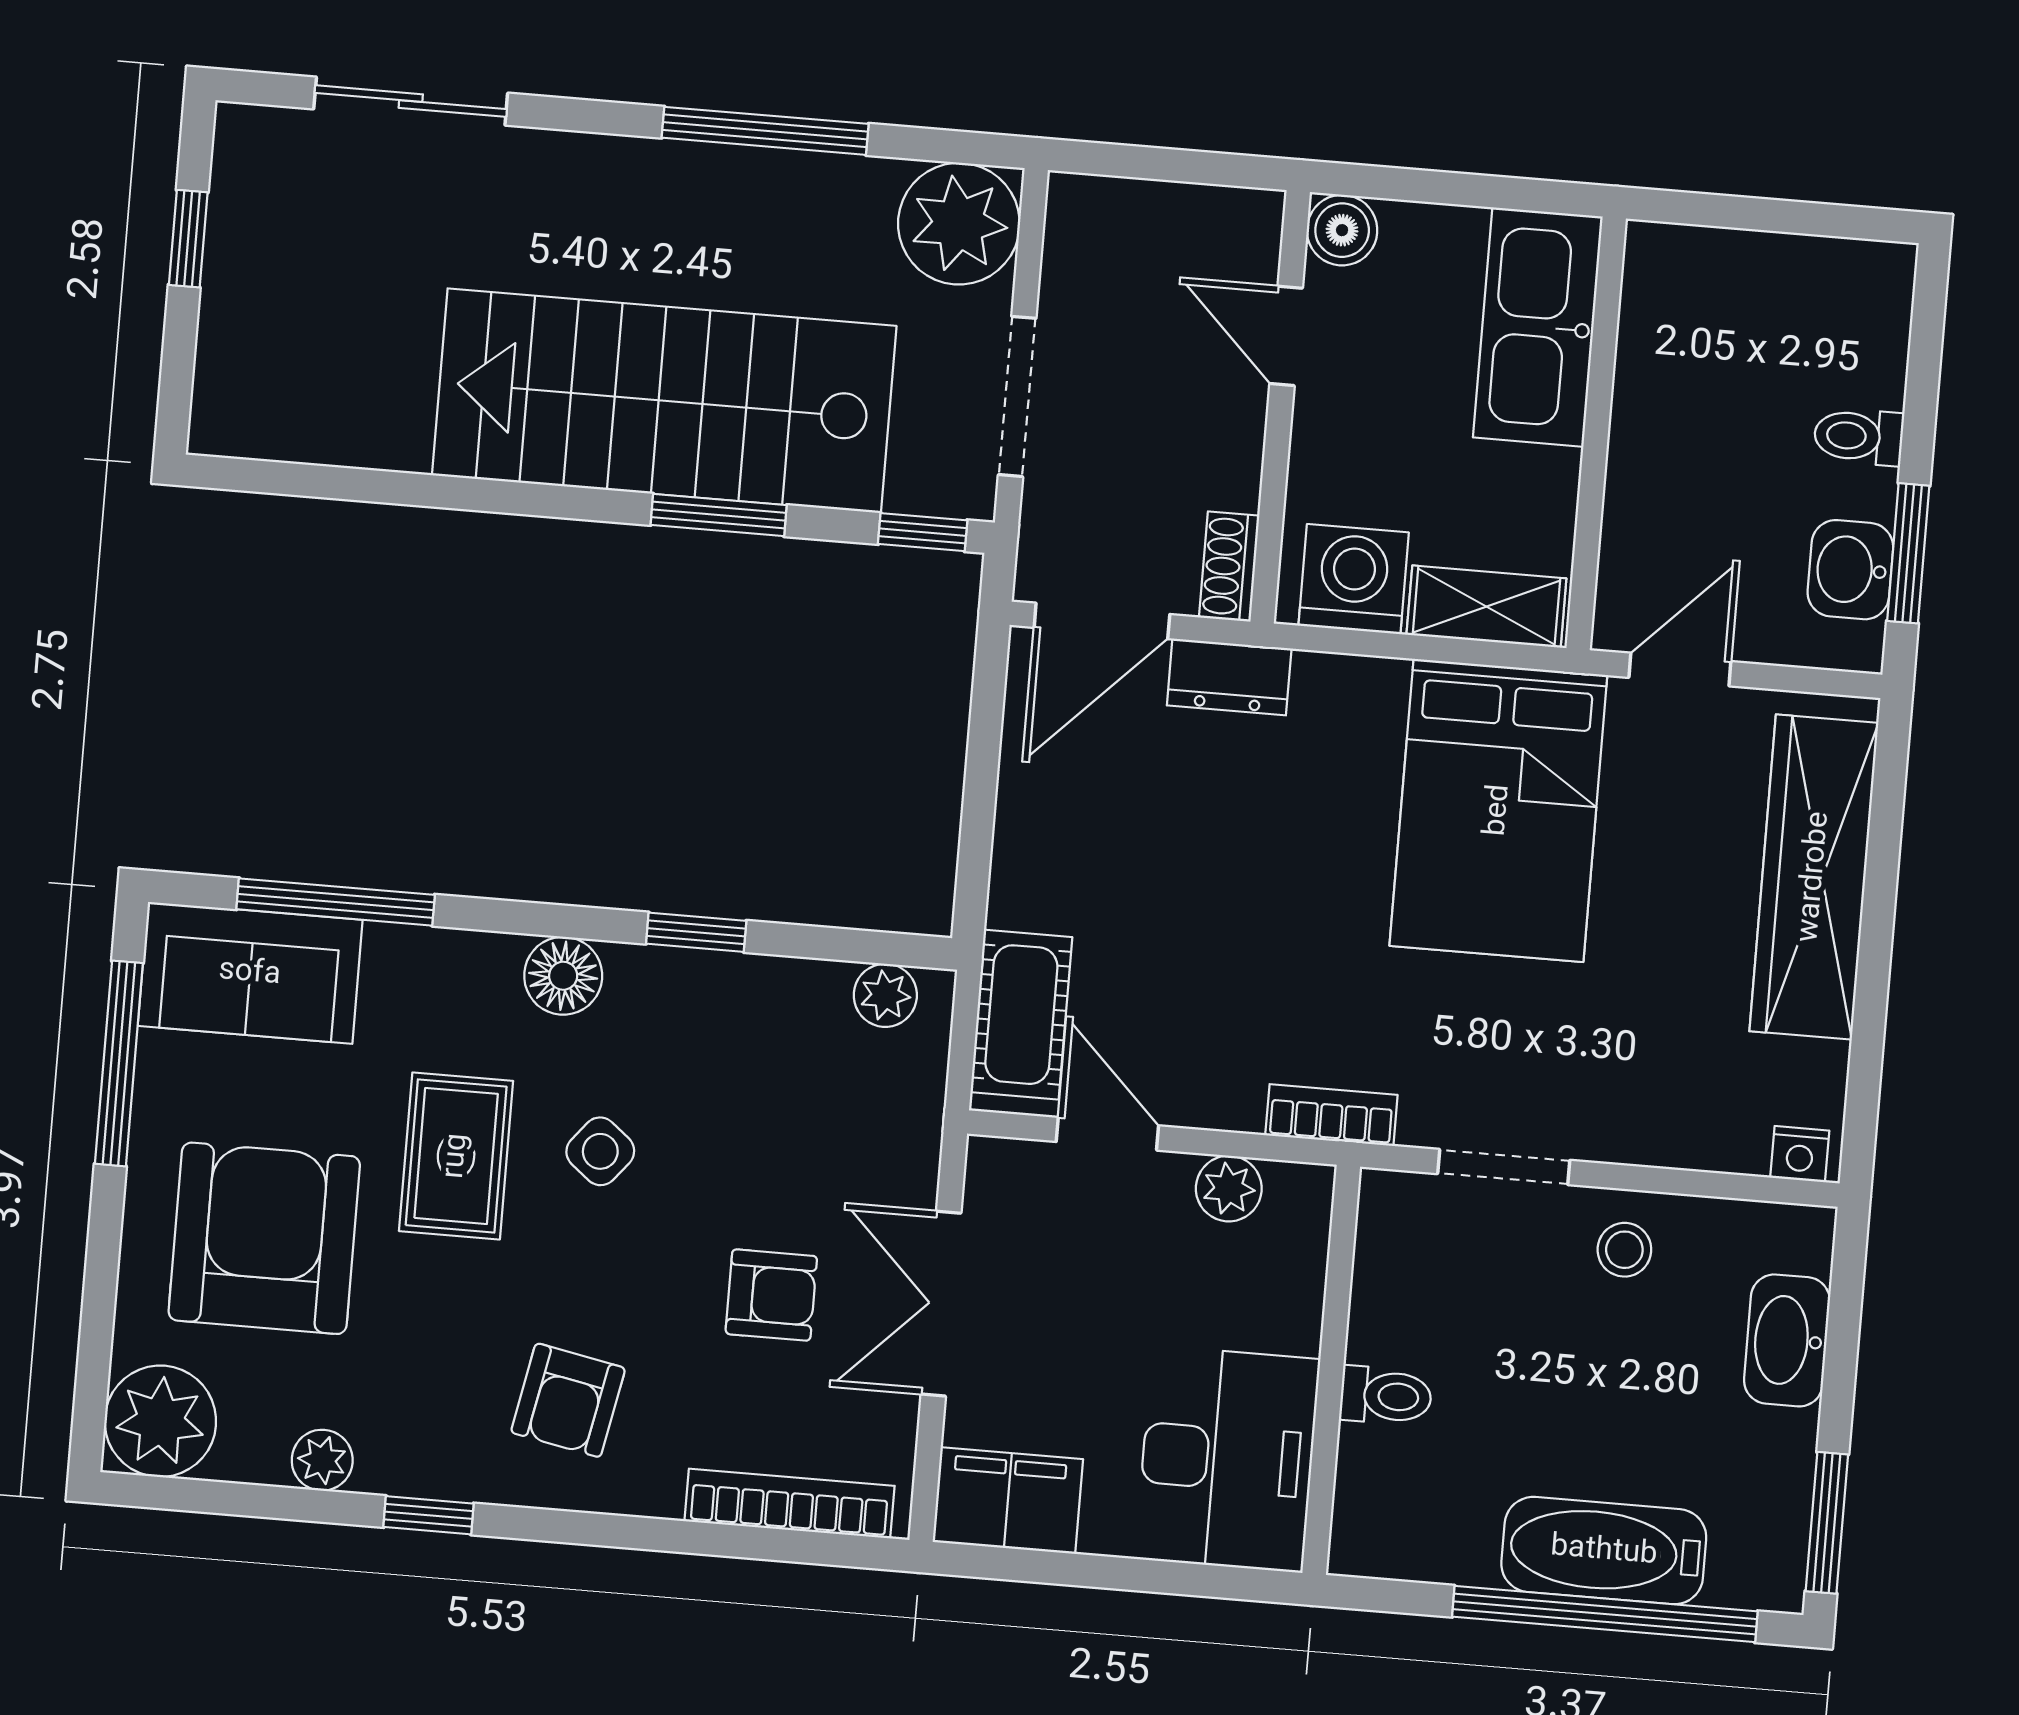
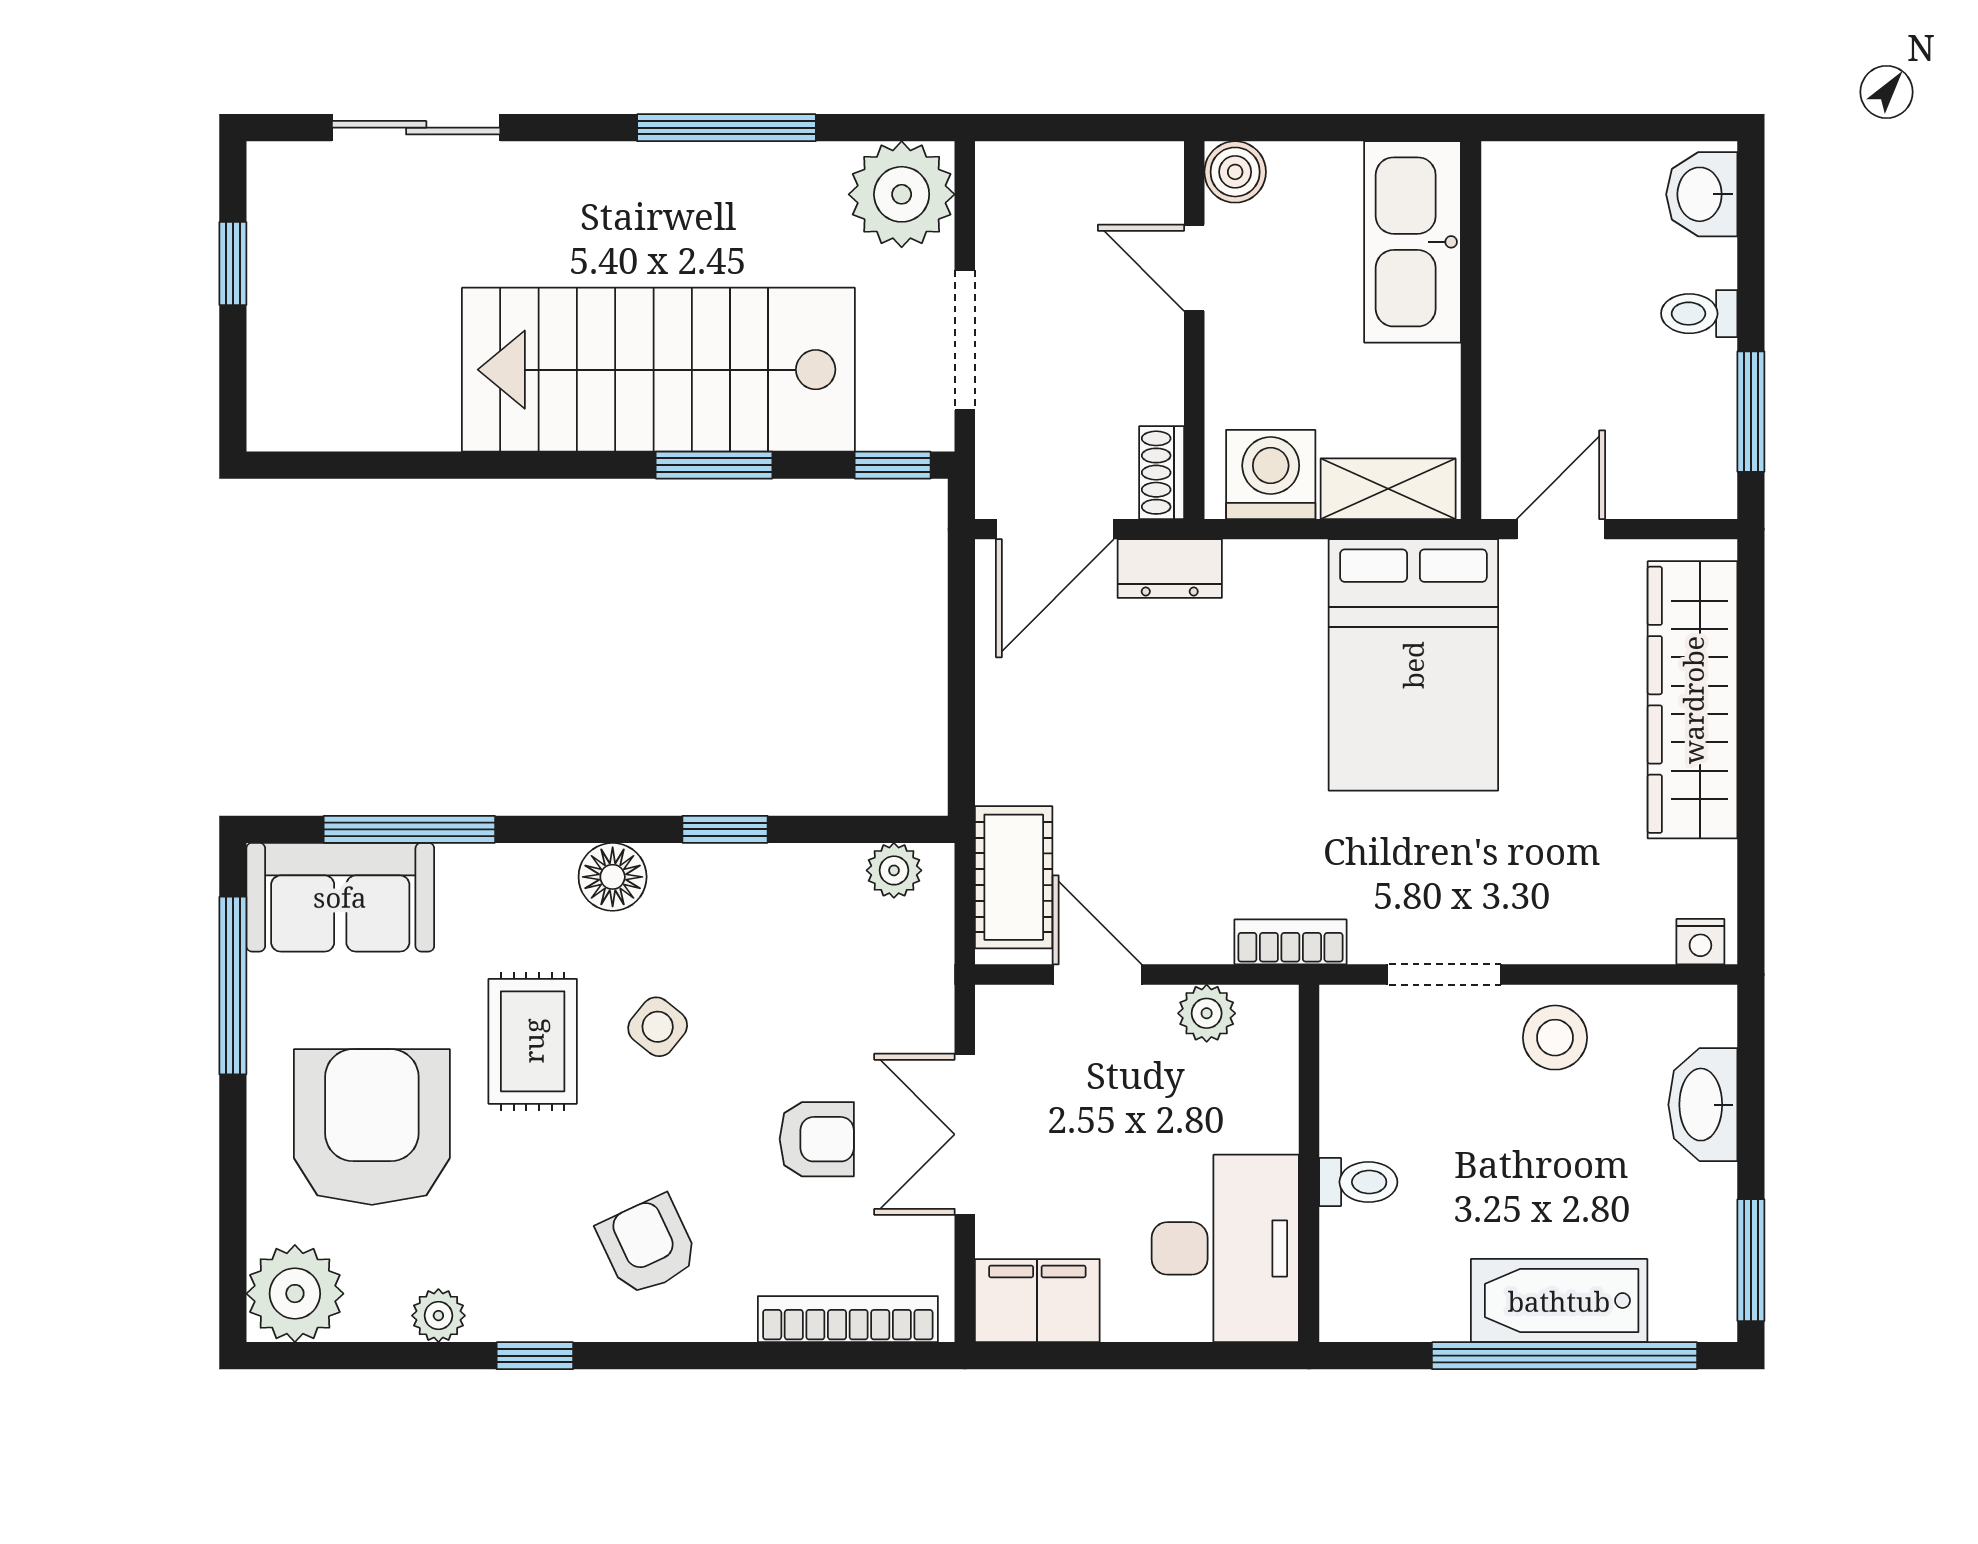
washbasin: (1850, 570) -> (1702, 194), moved
stool: (1624, 1250) -> (1555, 1038), width x1.37, depth x1.37
armchair: (568, 1400) -> (648, 1245), turned 144

